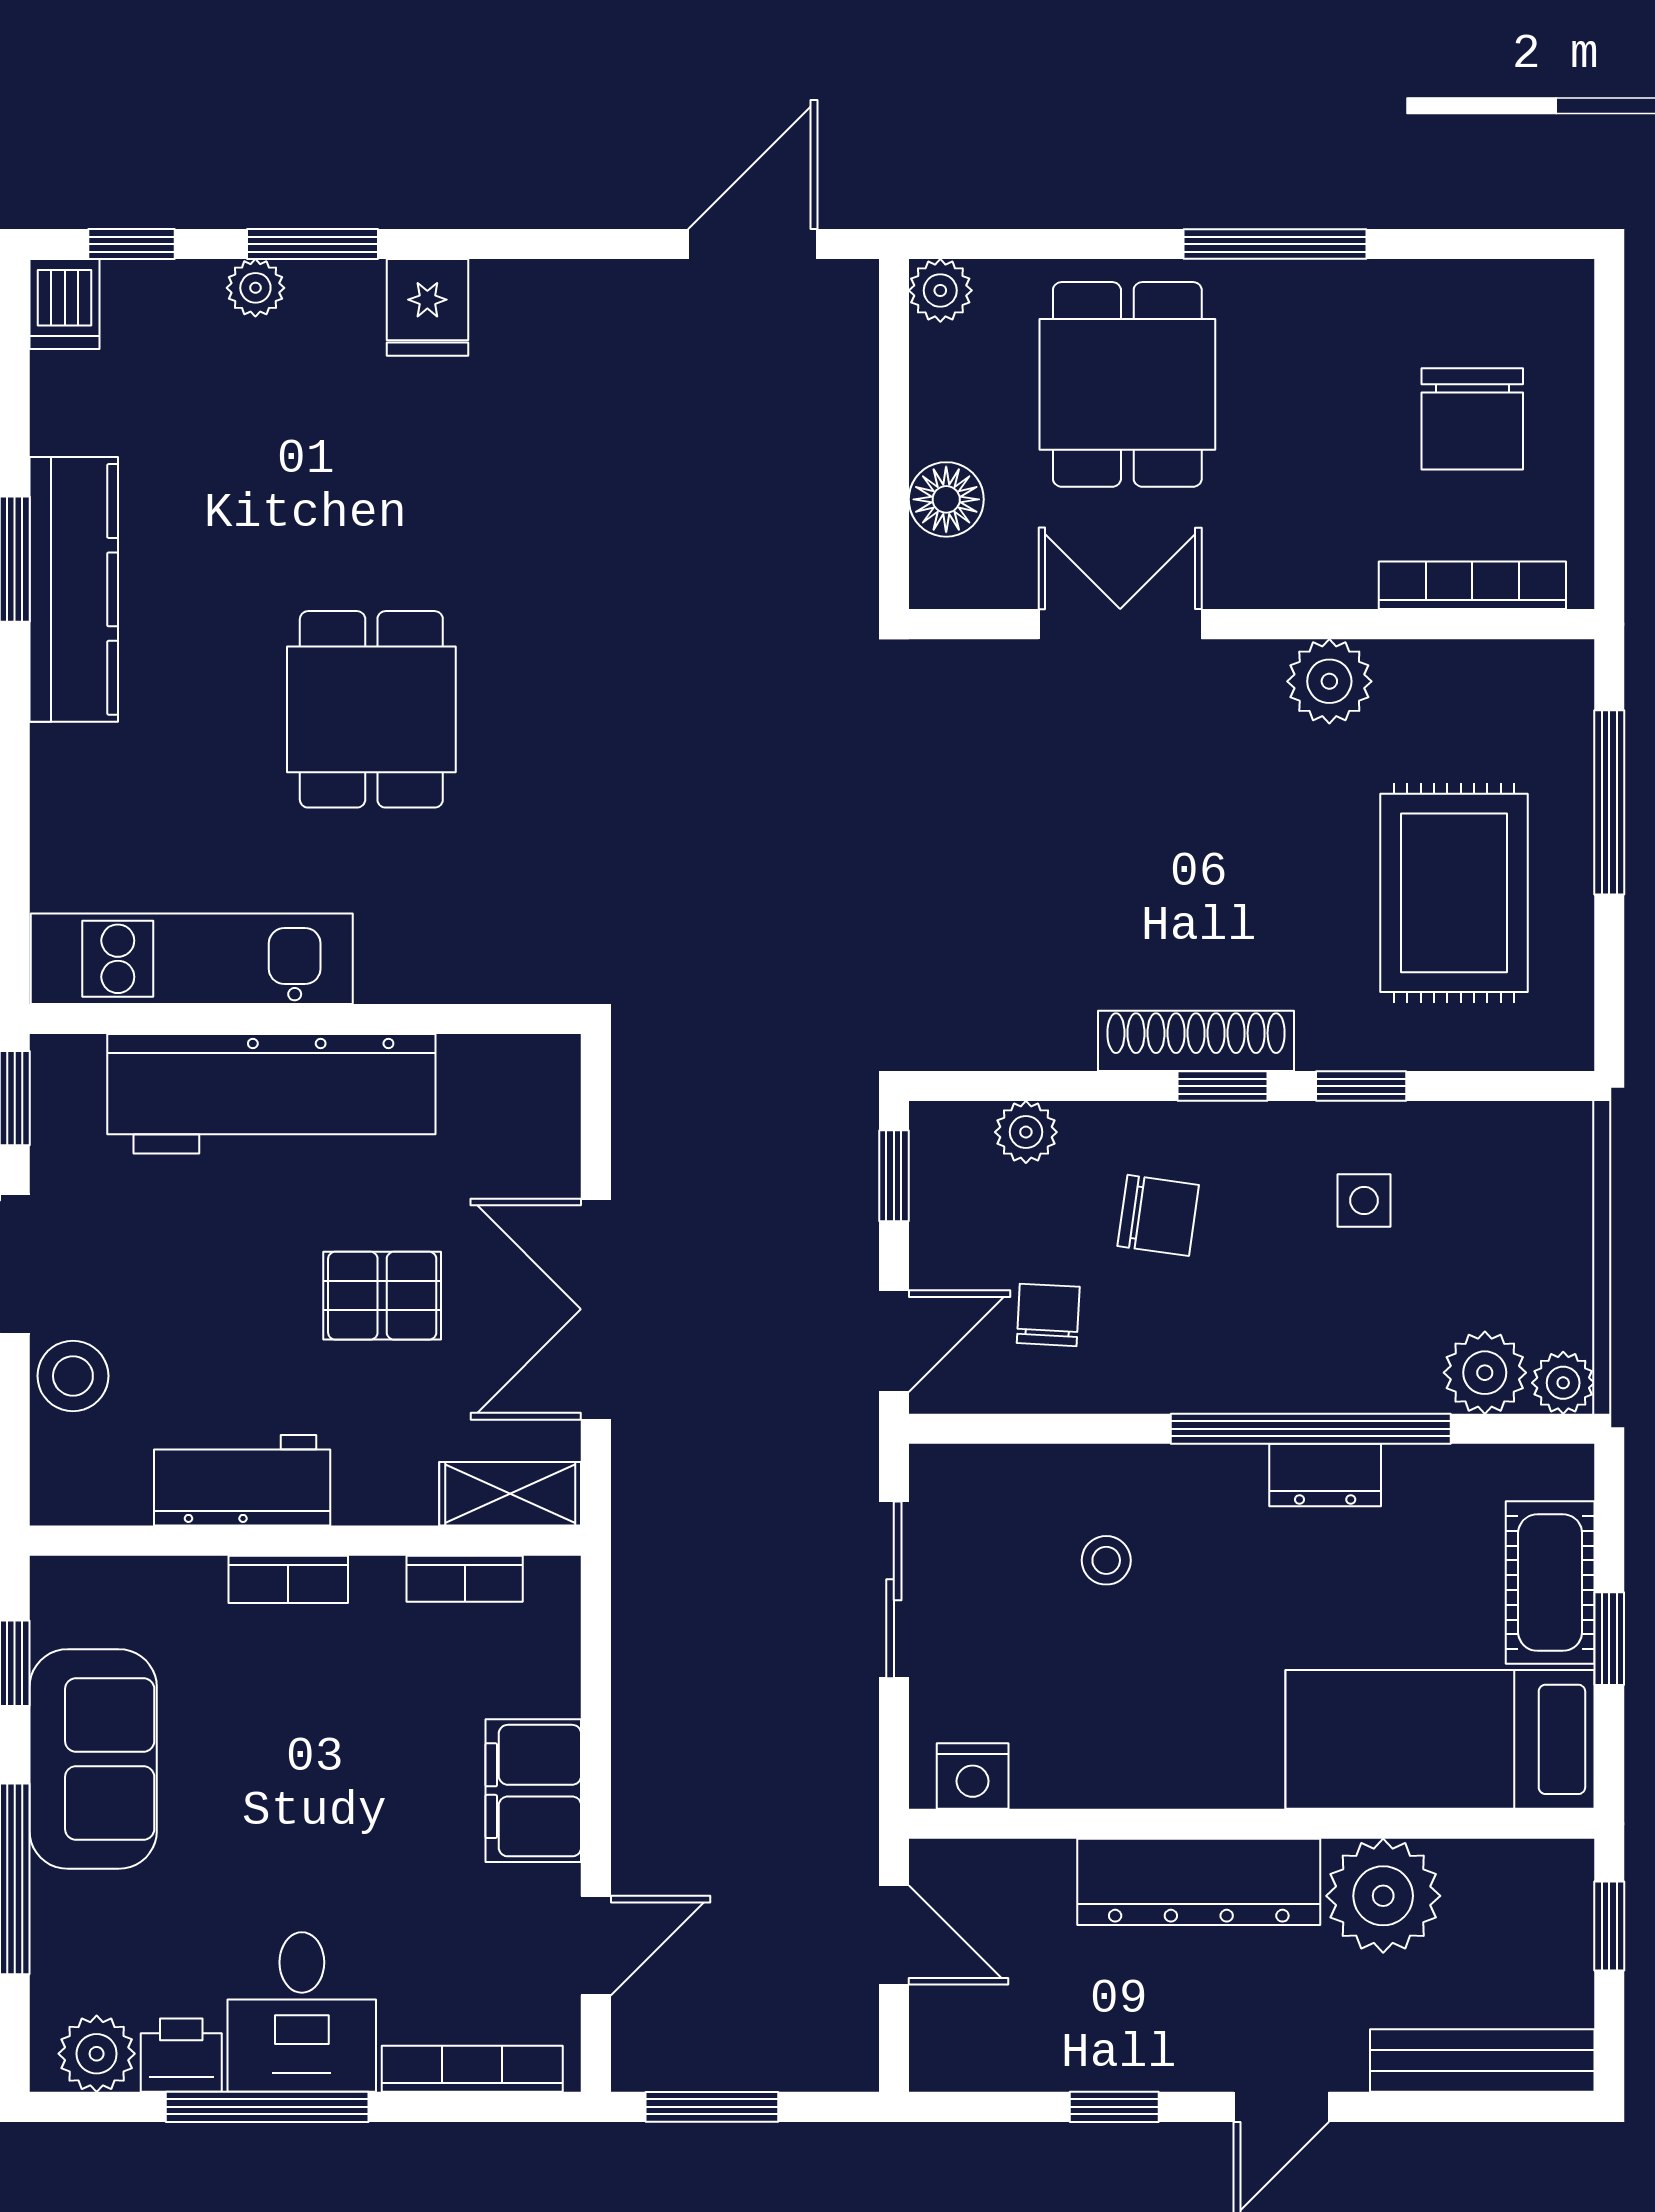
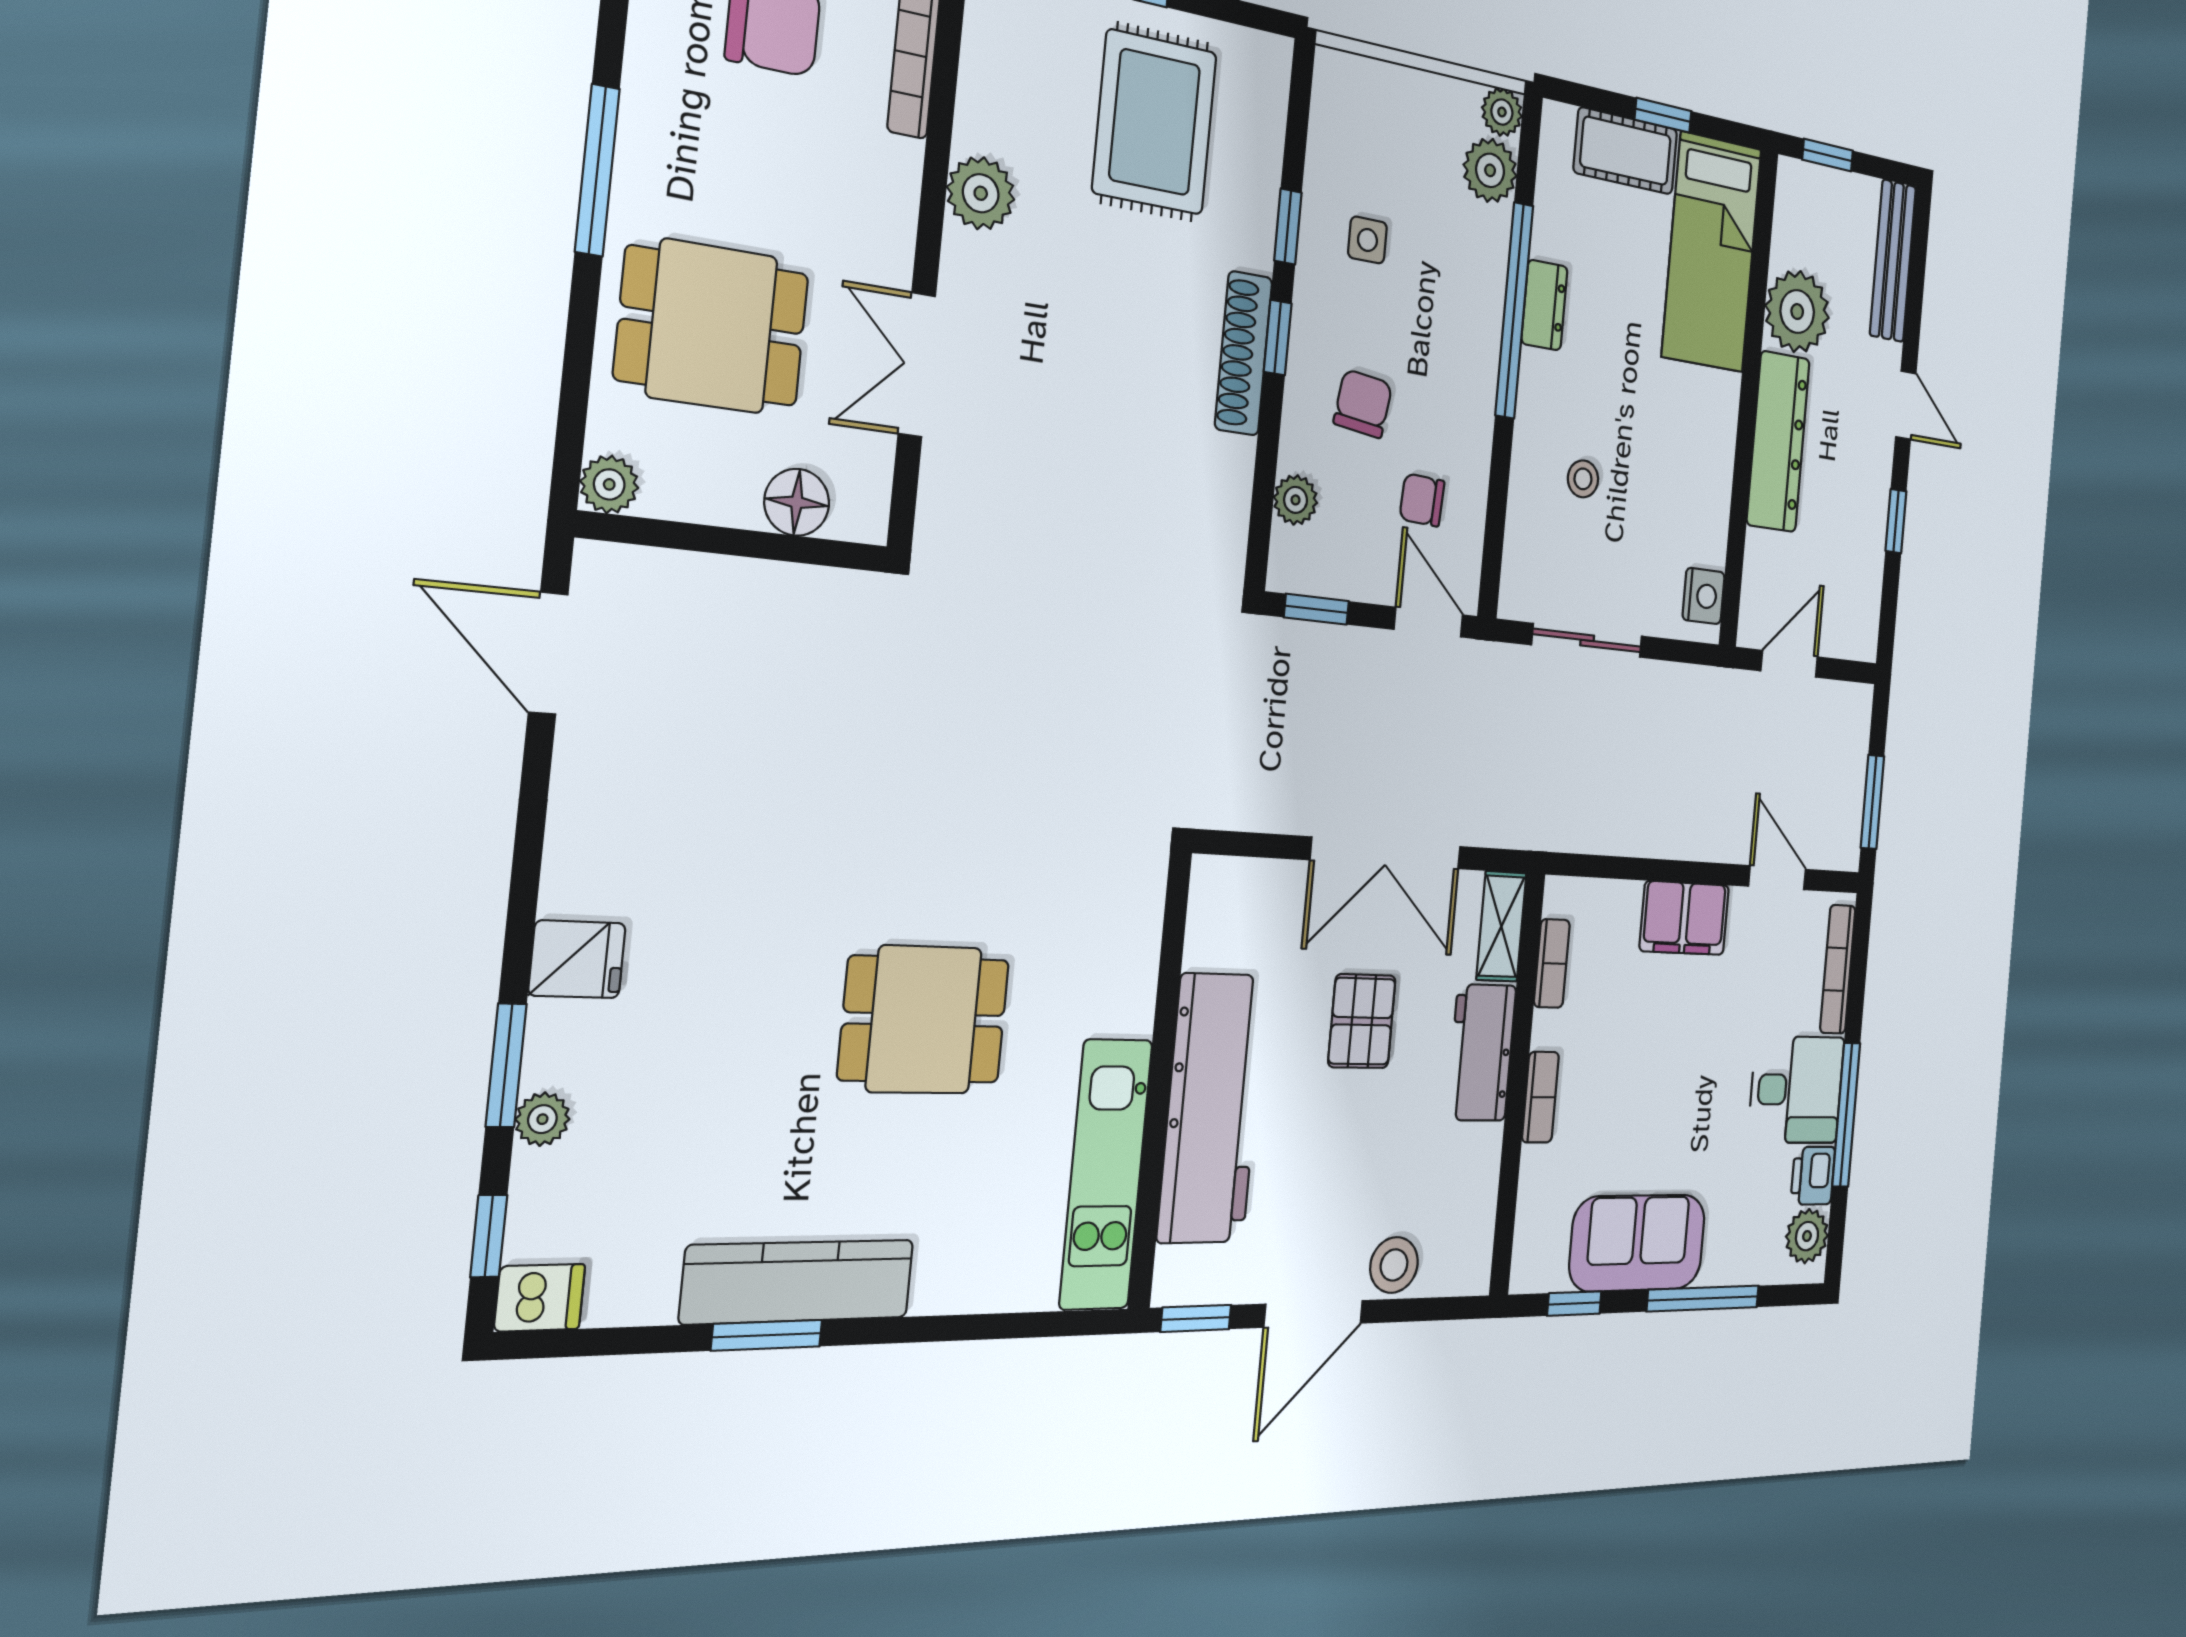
rug: (1454, 893) -> (1155, 122), turned 90
workbench: (242, 1480) -> (1481, 1053), moved

